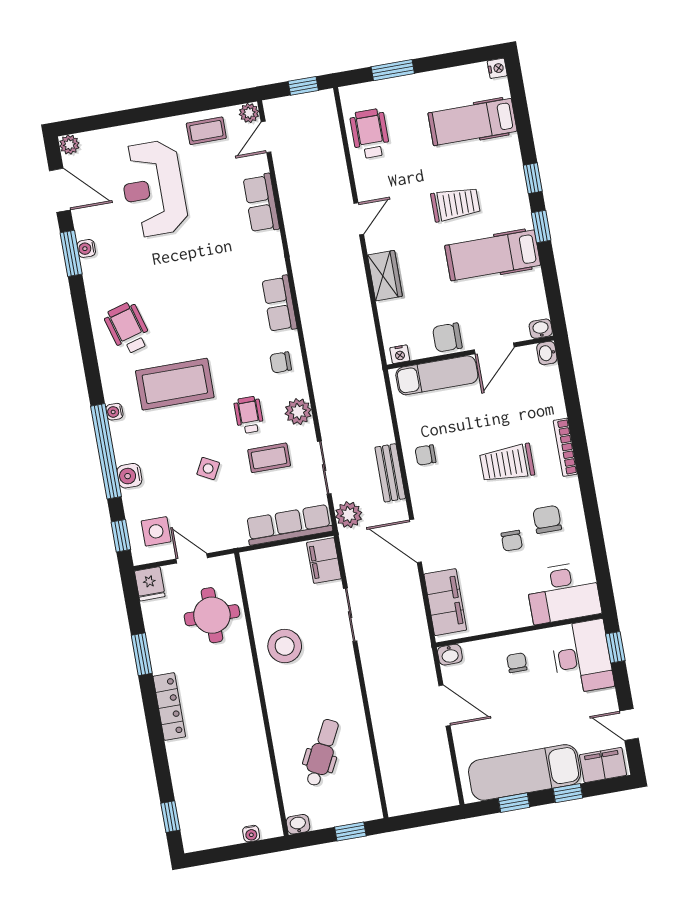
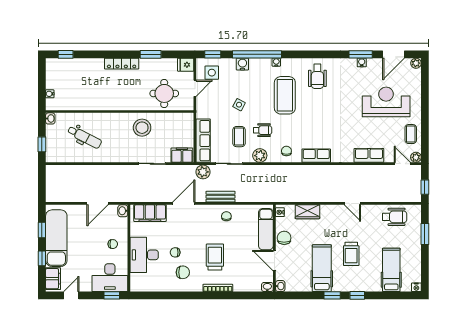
wardrobe: (385, 276) -> (307, 212), moved
wheelchair: (128, 328) -> (317, 76), turned 106
desk: (563, 593) -> (144, 255), moved

